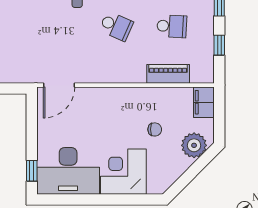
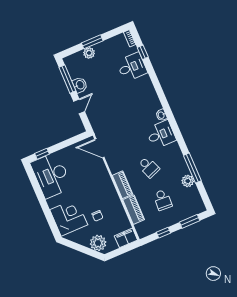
school desk: (116, 26) -> (149, 167), turned -45
piano: (125, 74) -> (122, 185), added
corner desk: (123, 172) -> (69, 217), moved

